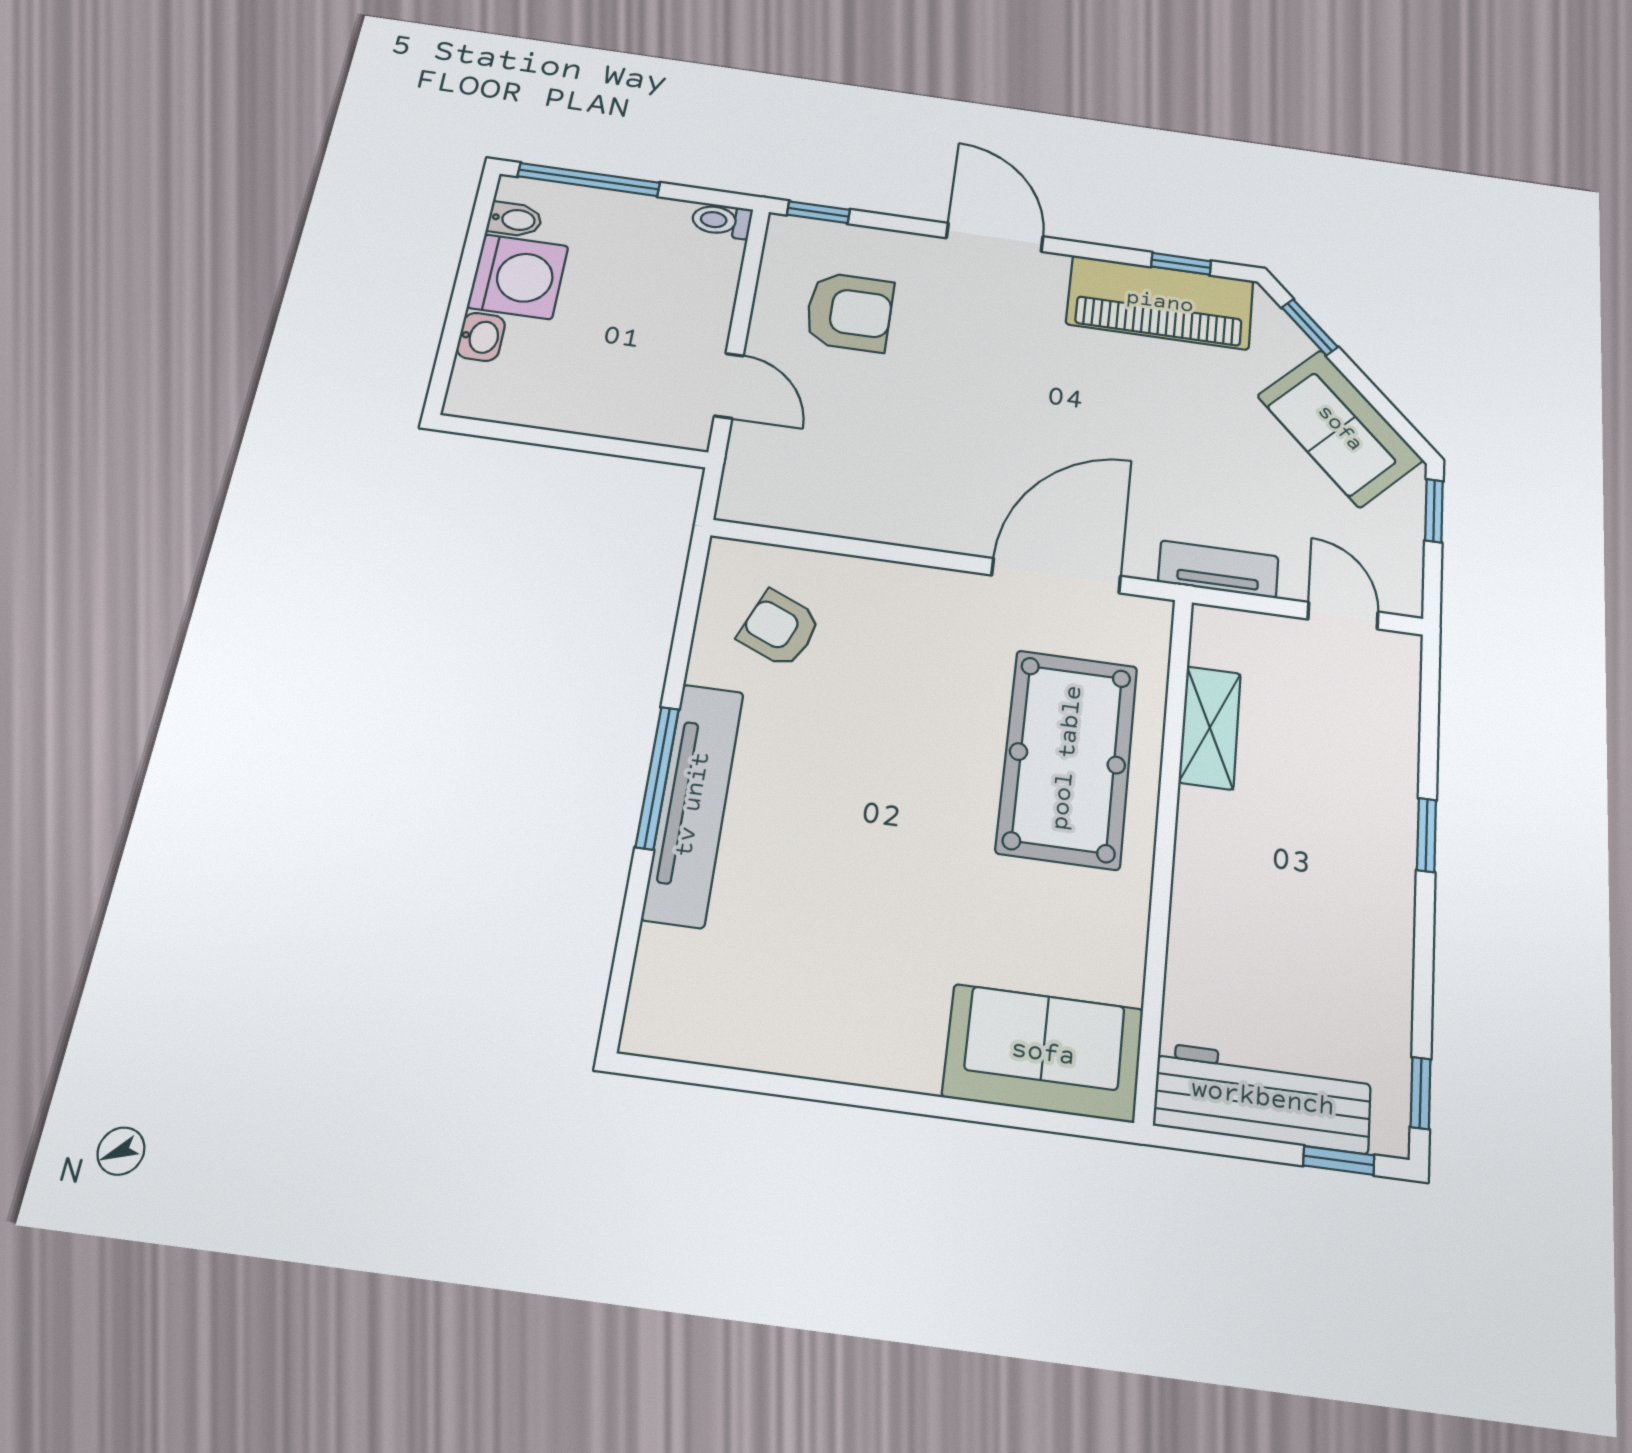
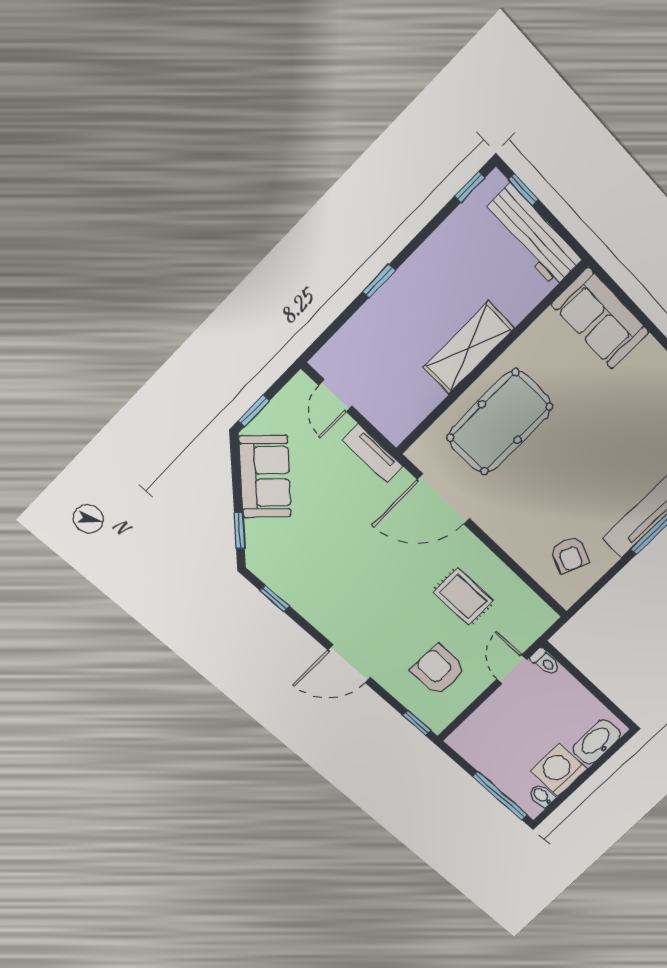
toilet: (722, 221) -> (545, 662), moved
door: (995, 237) -> (349, 664), hinge flipped
piano: (1160, 302) -> (299, 587), removed
washbasin: (481, 337) -> (597, 742), width x1.91, depth x1.45
rug: (902, 448) -> (463, 597), added
shelving: (1210, 728) -> (469, 348), moved, width x1.50, depth x1.33

